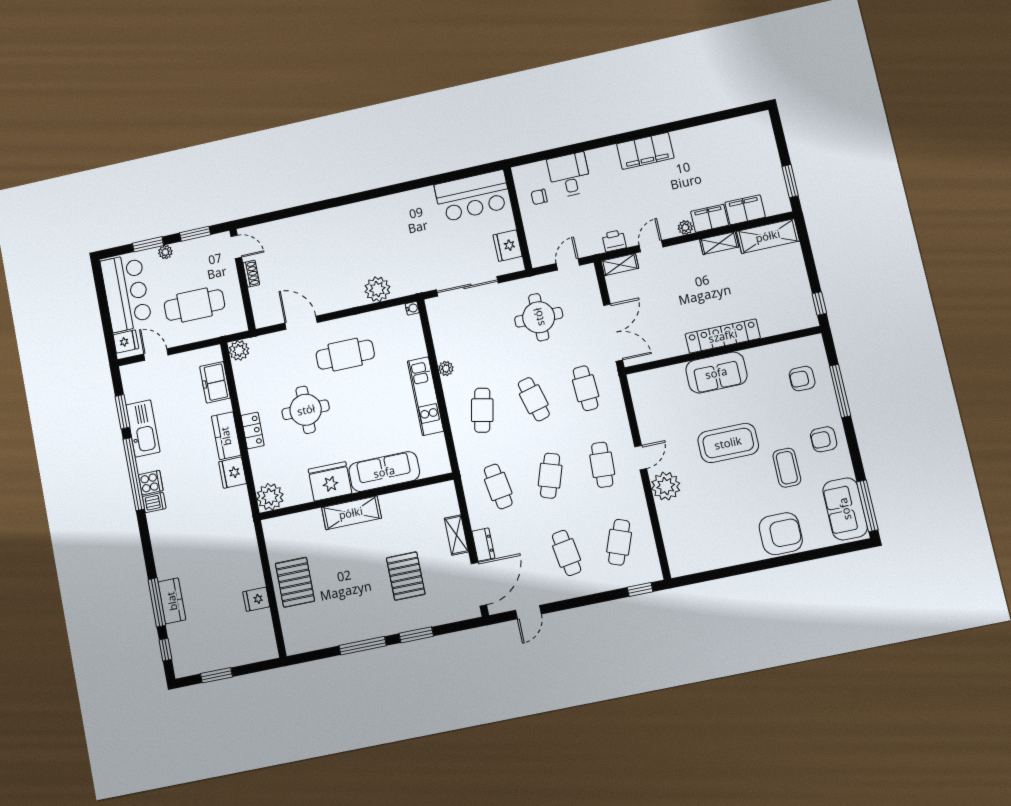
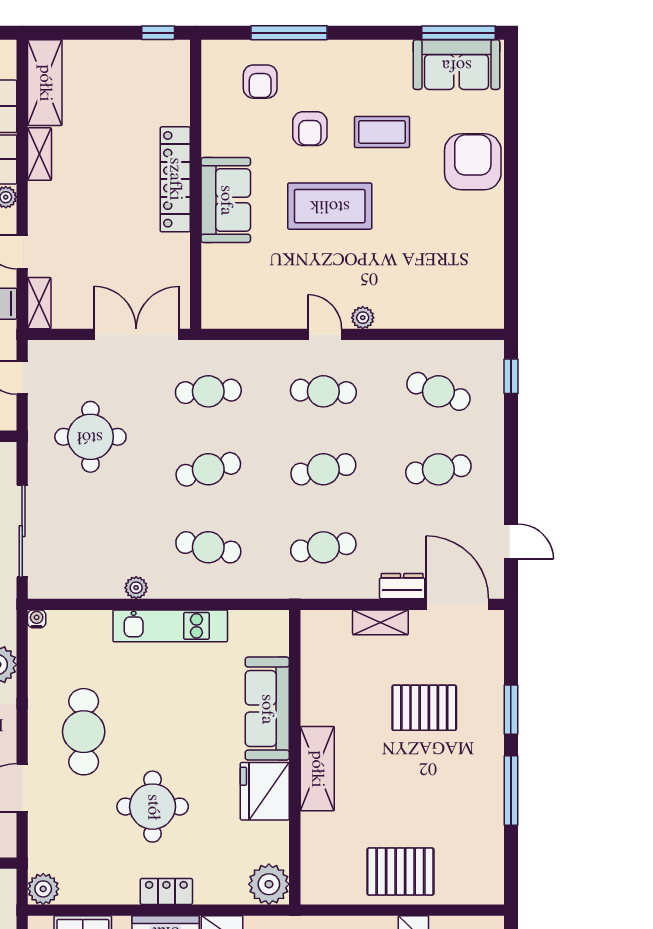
armchair: (824, 439) -> (310, 129), moved
coffee table: (728, 443) -> (330, 206), turned 90
cafe table: (550, 476) -> (323, 469), turned -30
plant: (666, 486) -> (363, 318), width x0.53, depth x0.53

